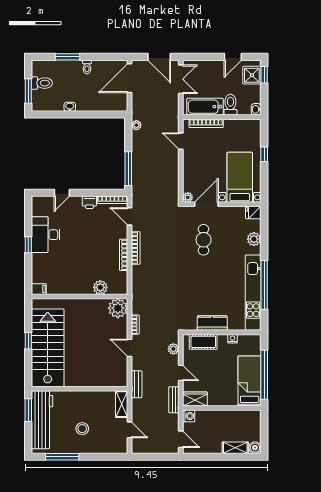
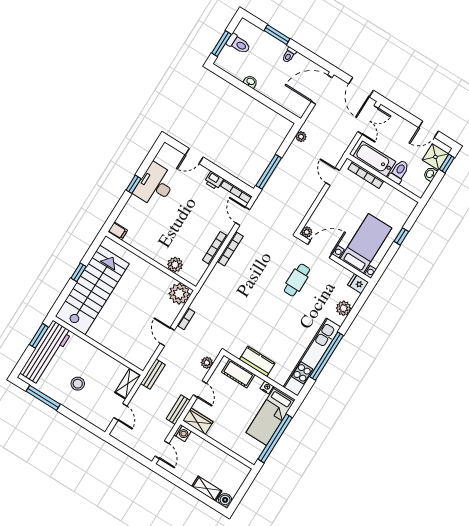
washbasin: (256, 109) -> (430, 174), moved
bed: (250, 381) -> (271, 416), moved, turned 180

